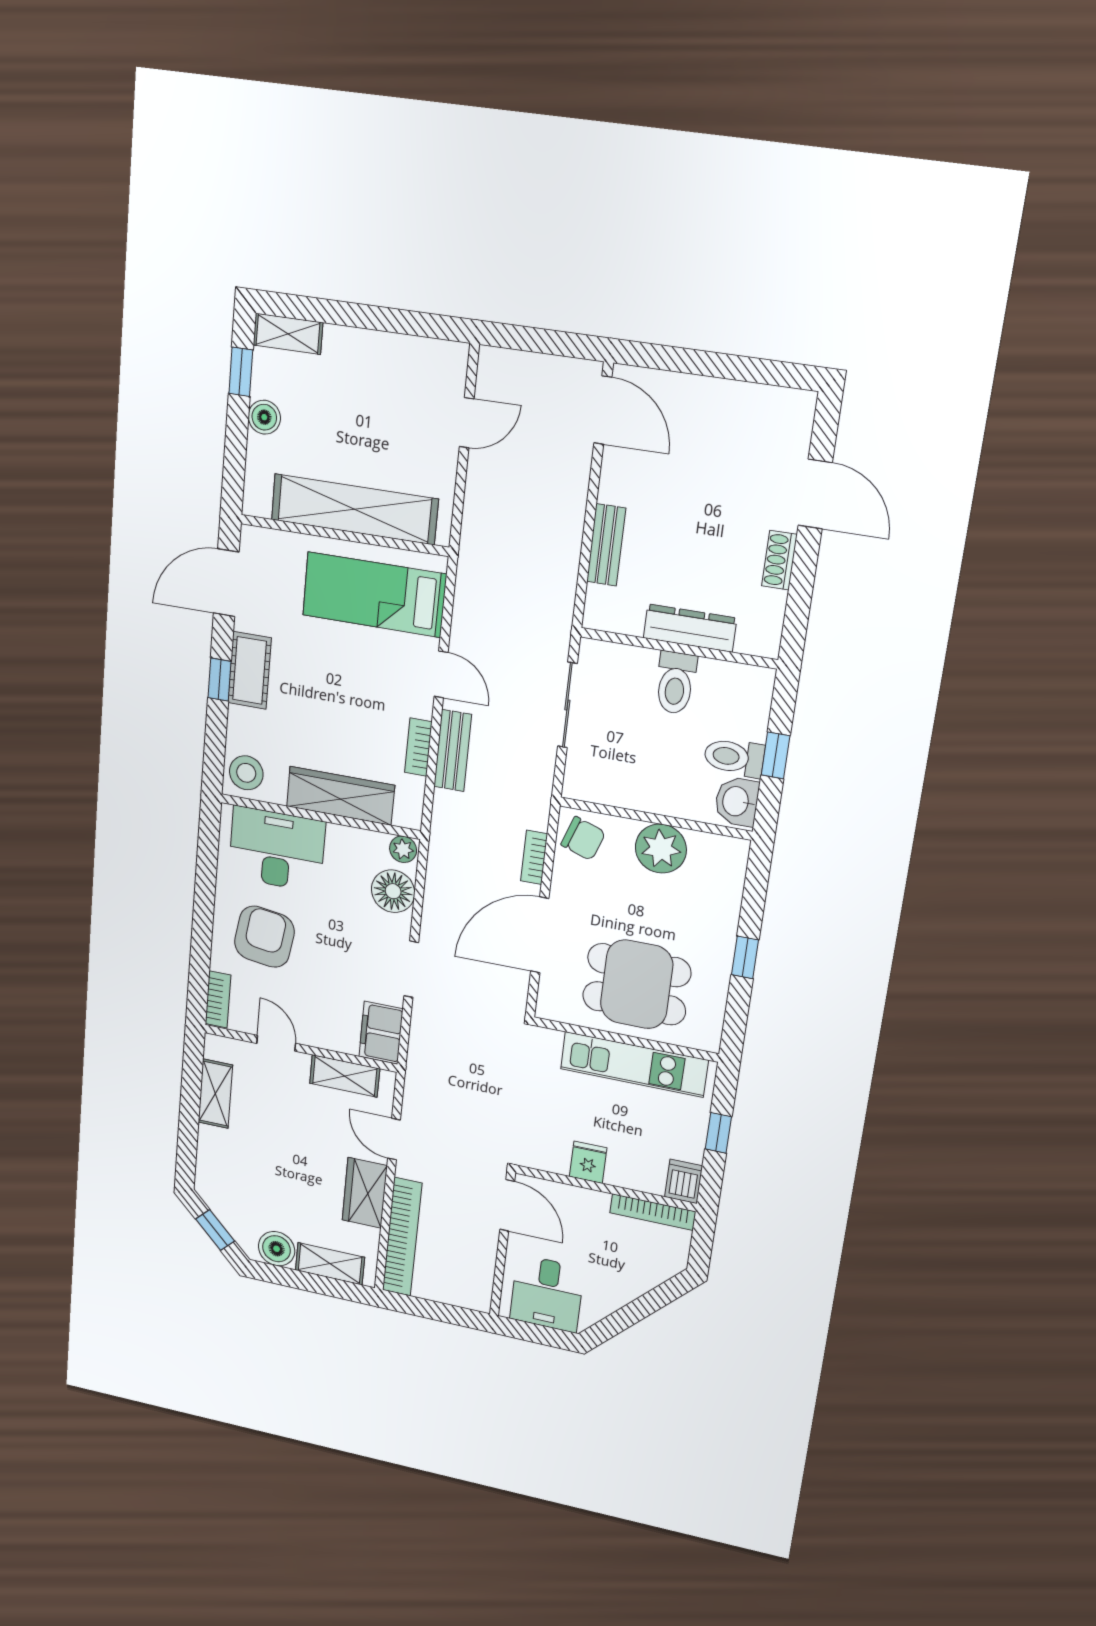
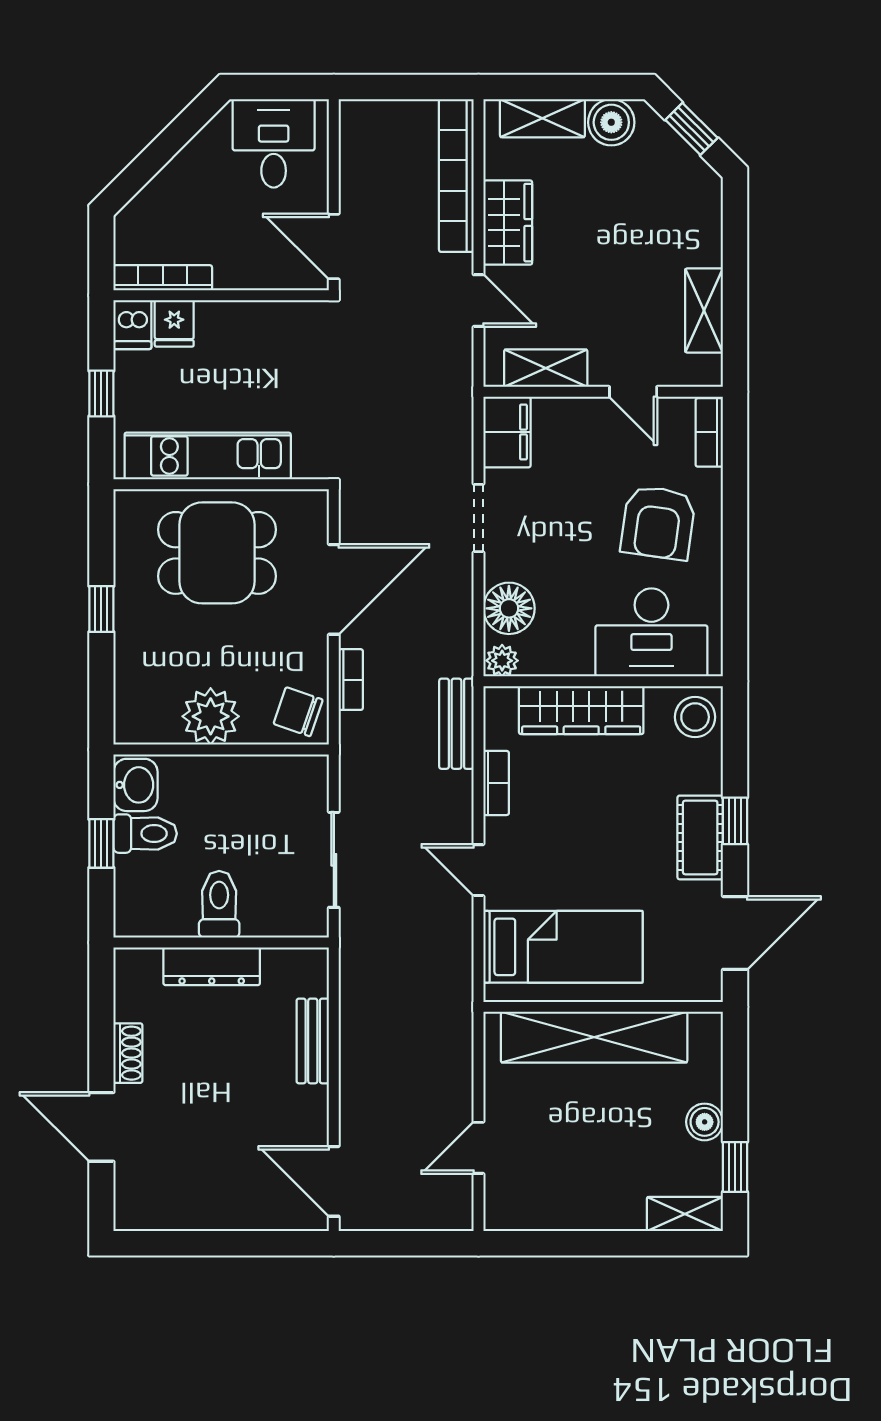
bench: (453, 751) -> (456, 724), moved
fridge: (588, 1162) -> (174, 323), moved

